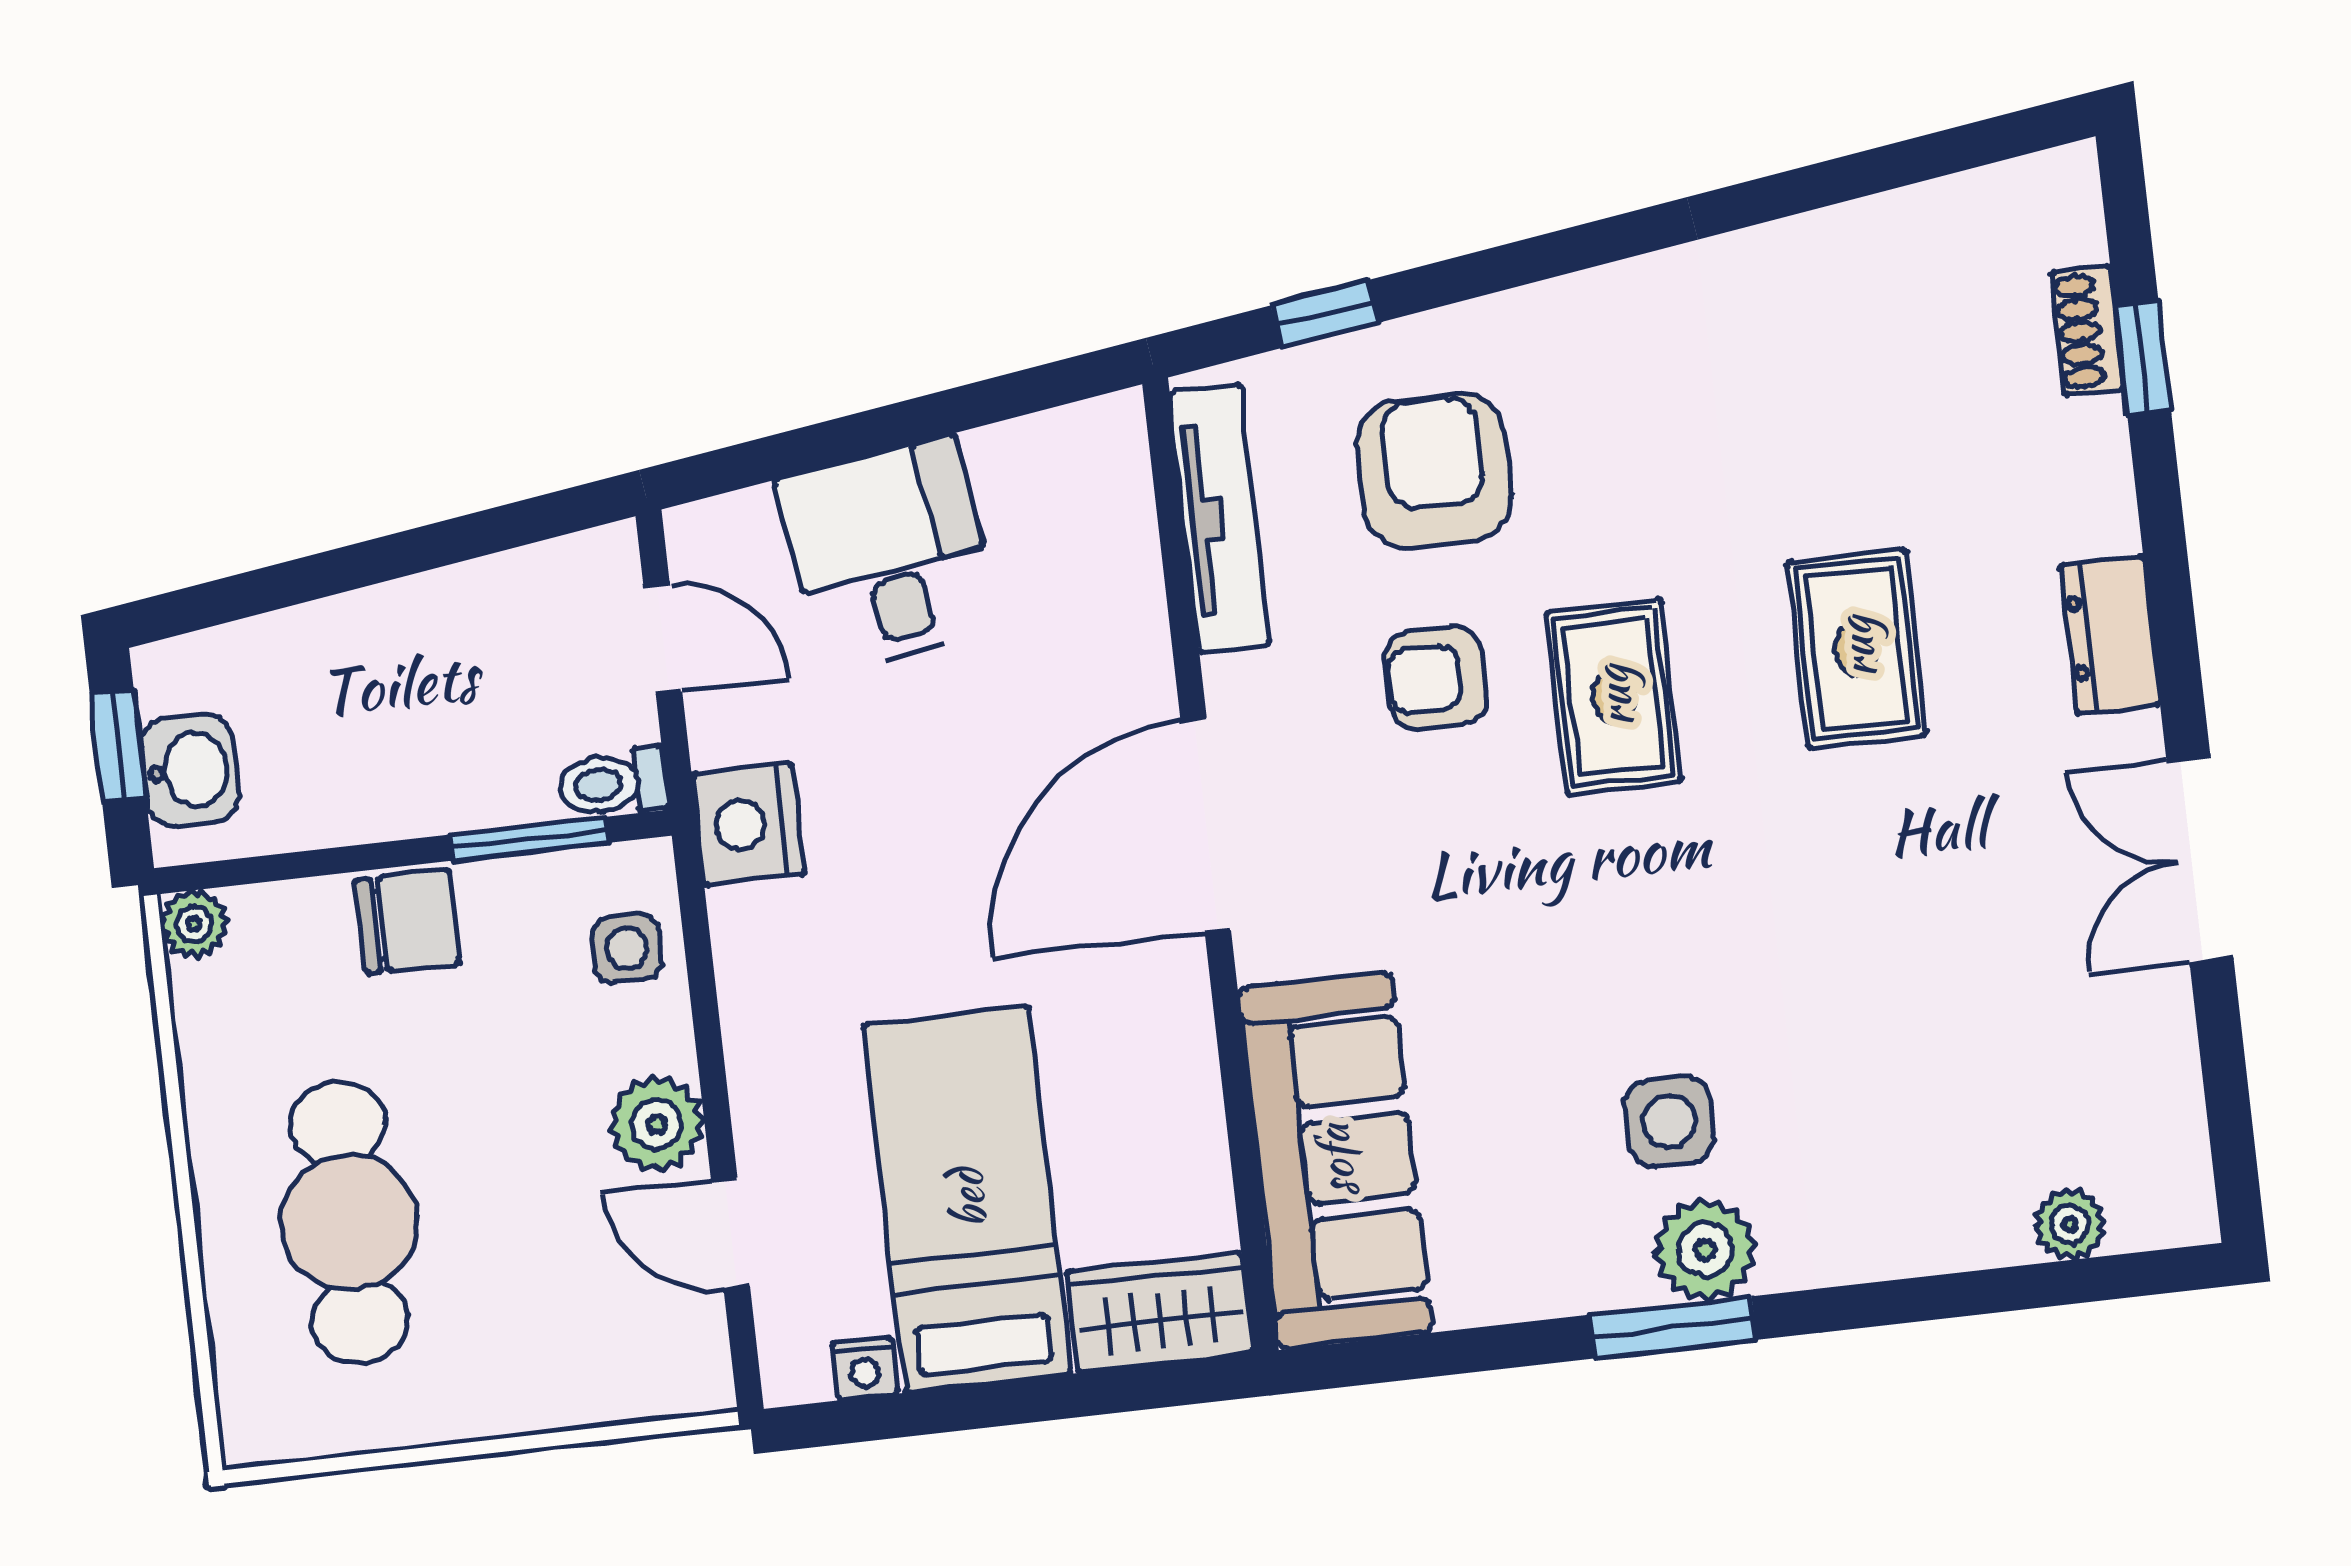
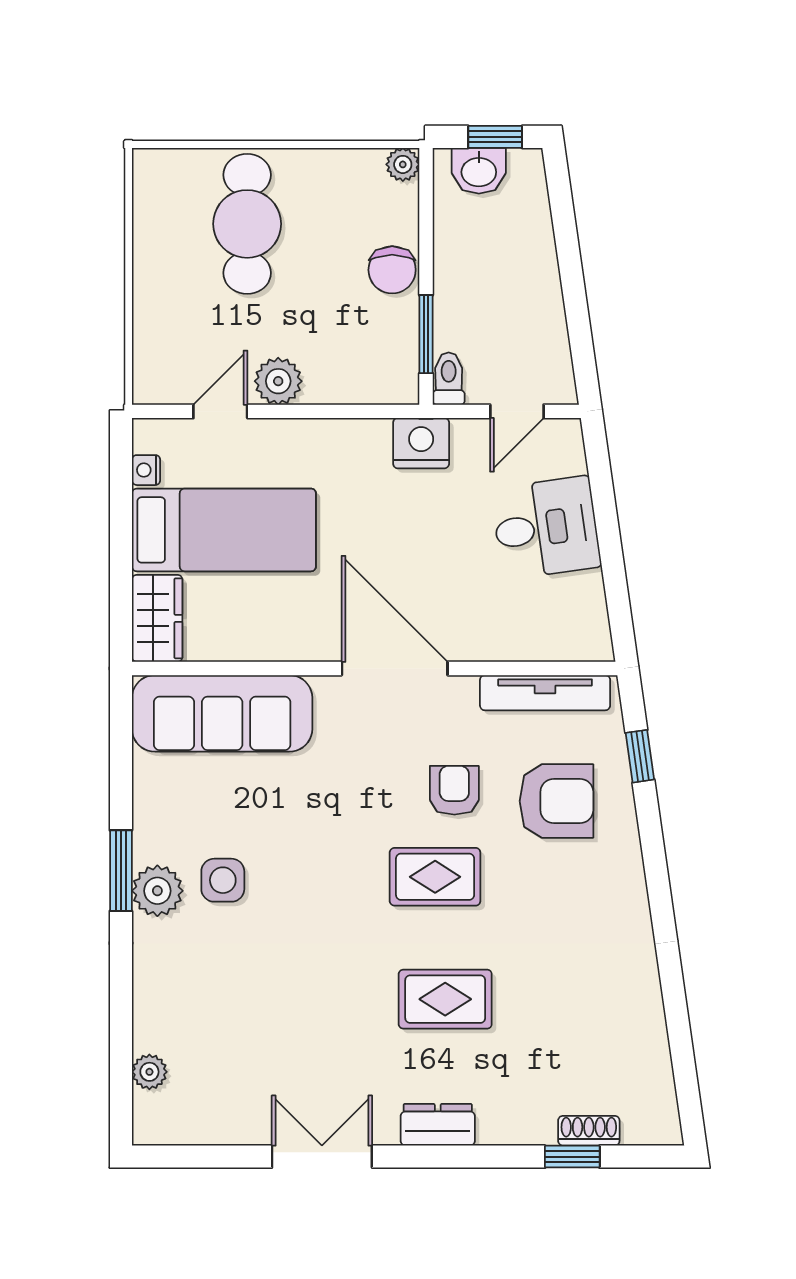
side table: (627, 948) -> (367, 376), removed
cafe table: (349, 1222) -> (247, 224), turned 90

